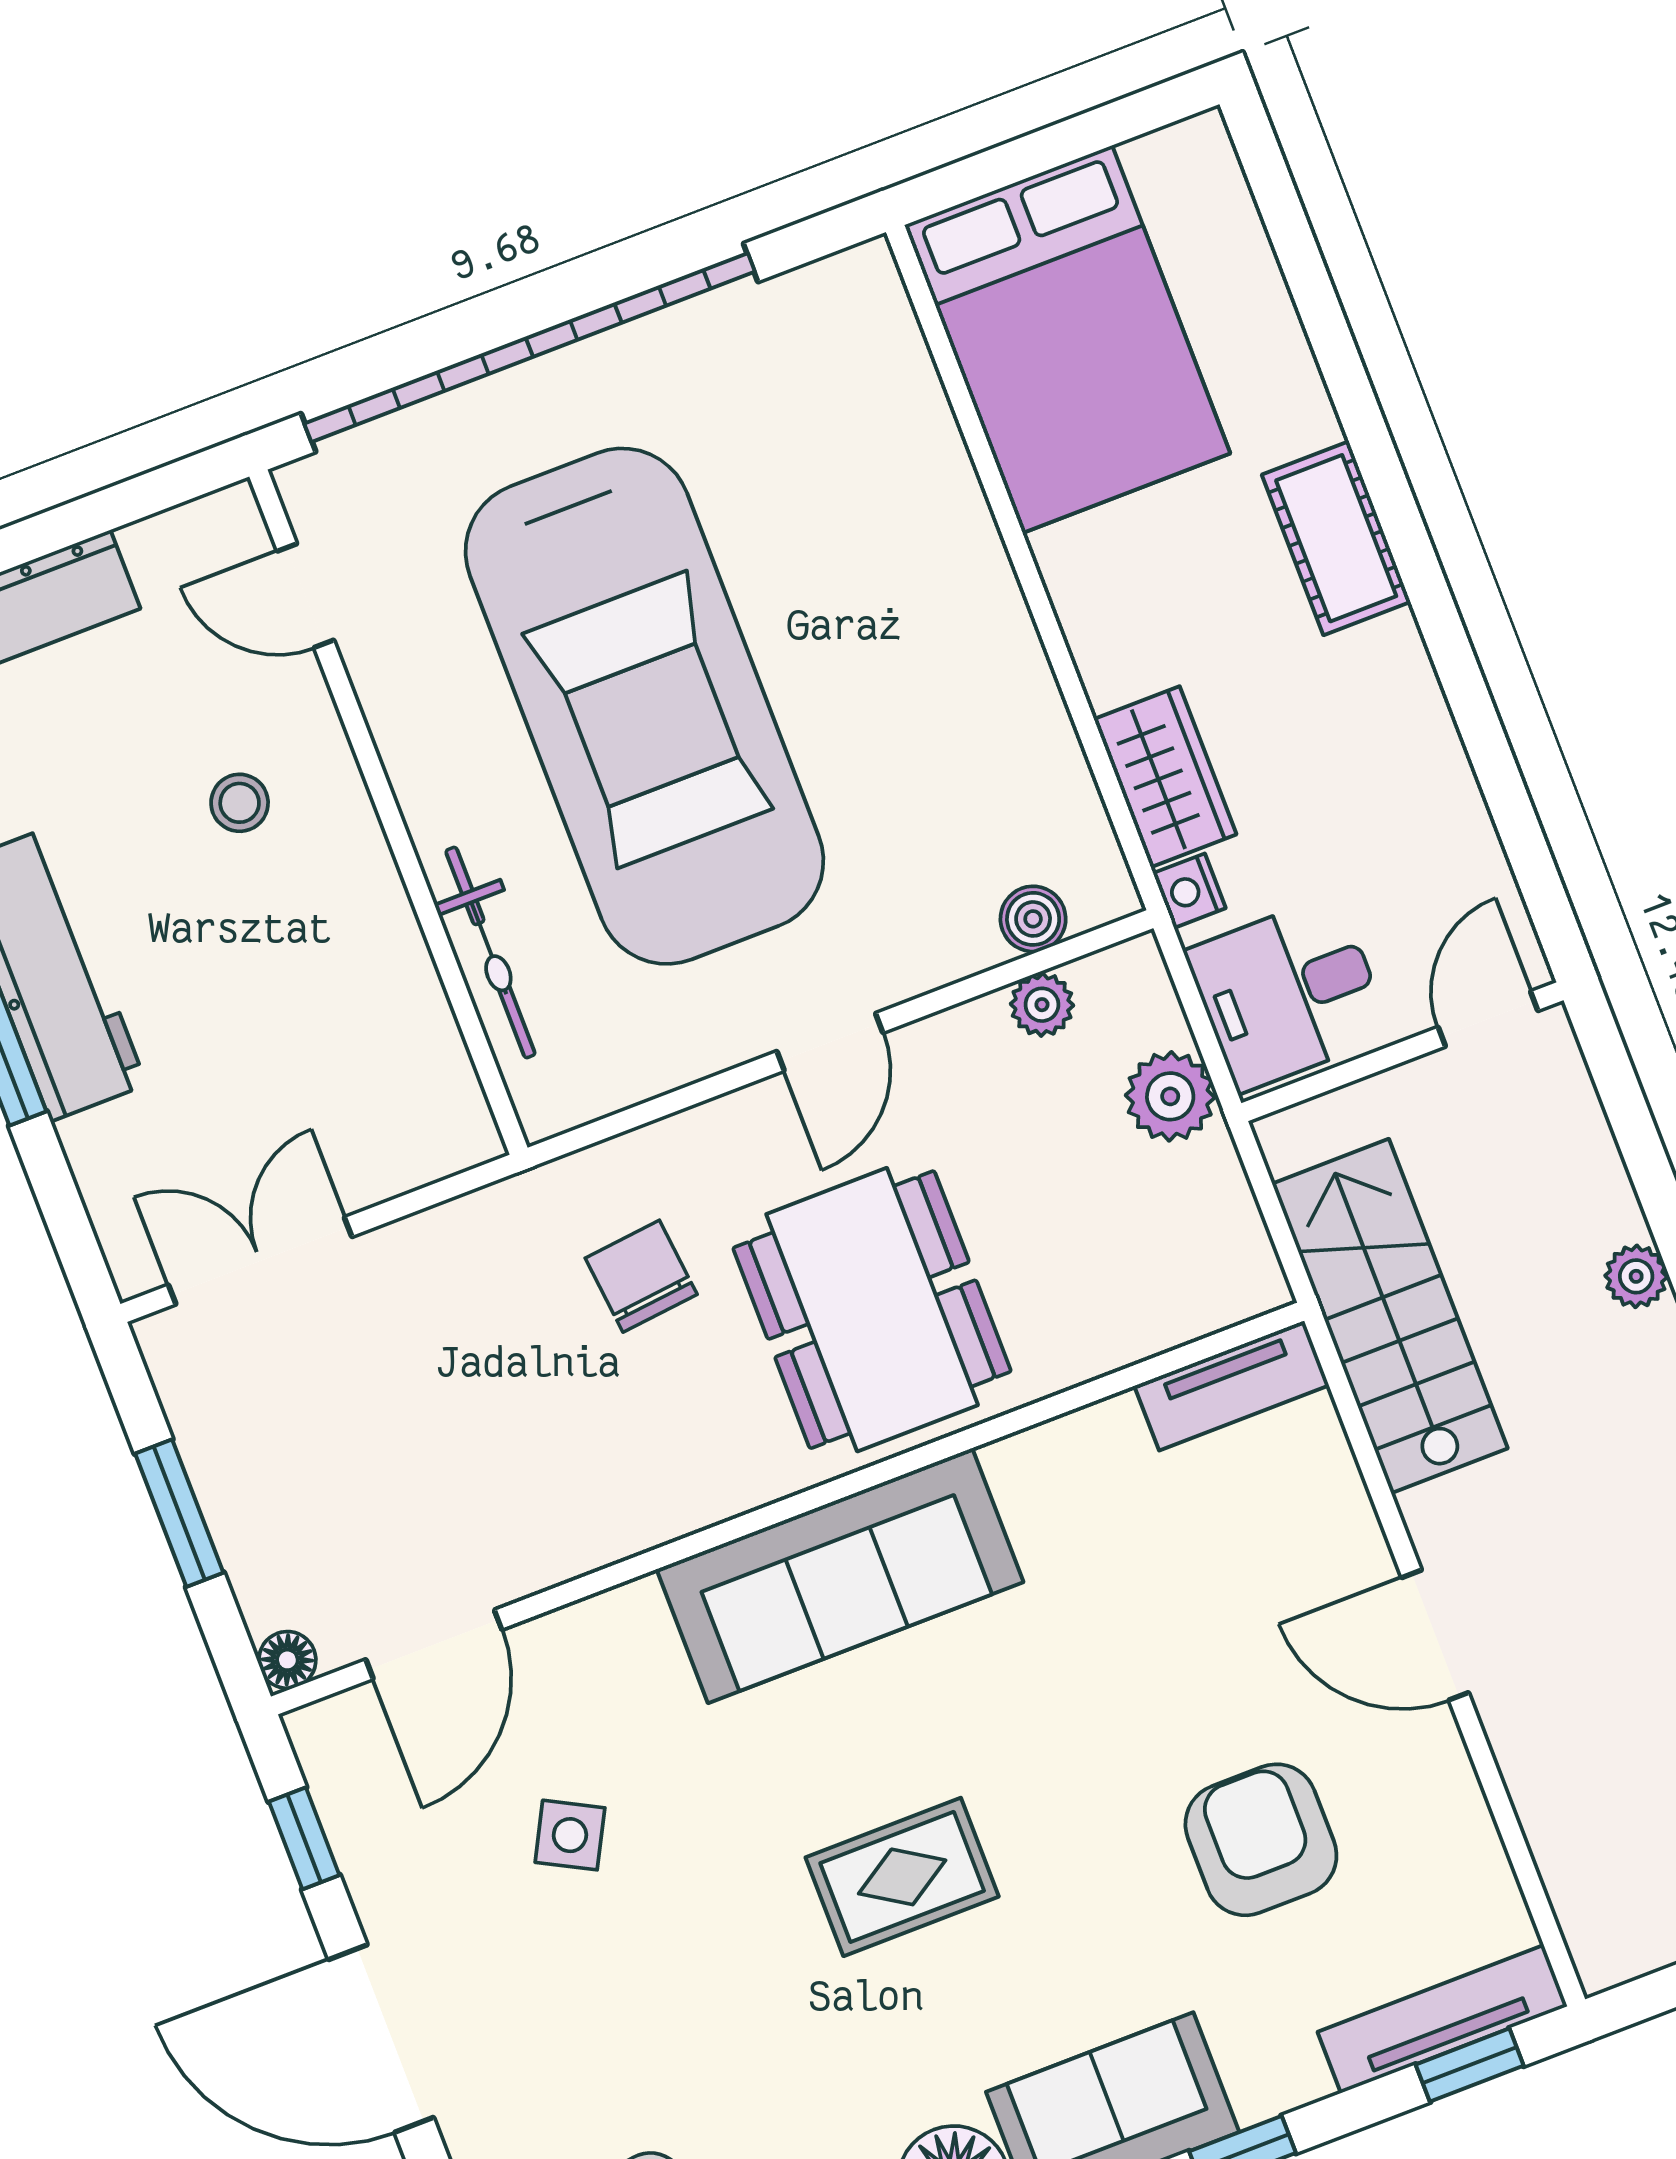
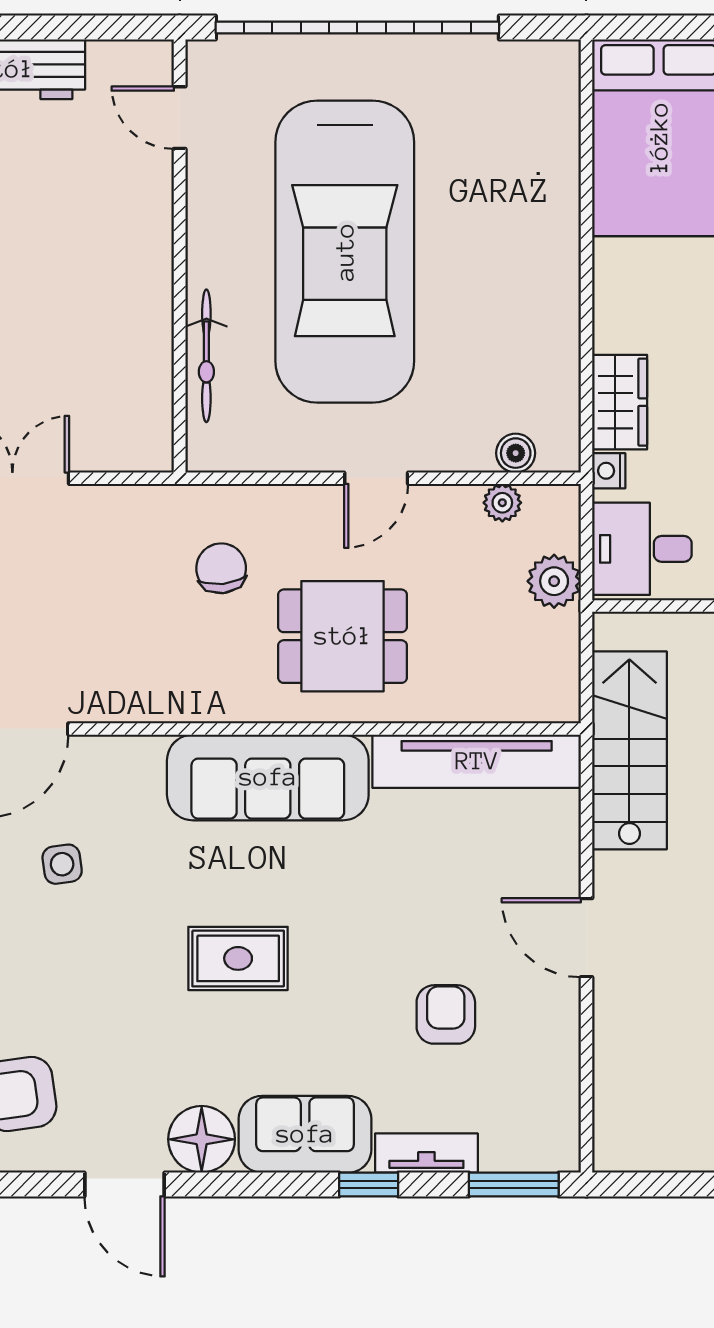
stool: (240, 803) -> (99, 219), removed
dining table: (872, 1310) -> (343, 636), width x0.73
tv unit: (1232, 1386) -> (477, 761), width x1.92, depth x1.29
side table: (570, 1835) -> (62, 864), turned -36
armchair: (1261, 1840) -> (446, 1014), width x0.72, depth x0.72
tv unit: (1442, 2019) -> (426, 1153), moved, width x0.71
window: (1470, 2065) -> (514, 1184), width x1.50

